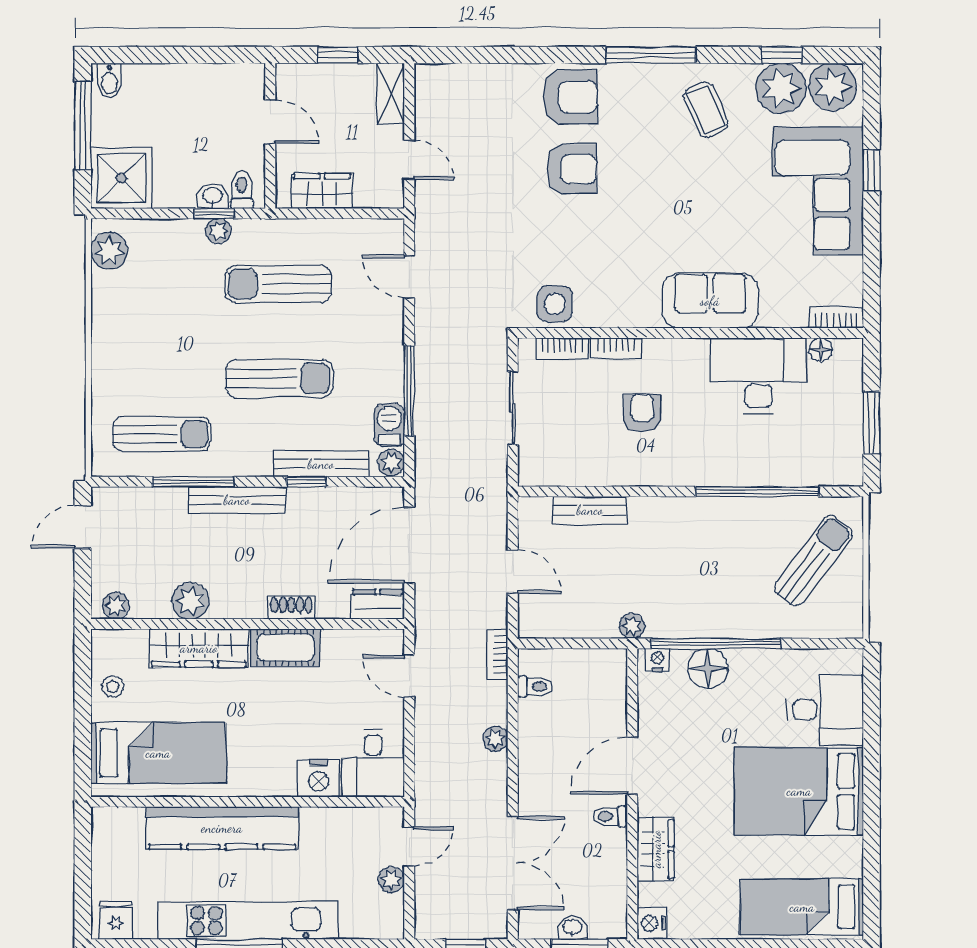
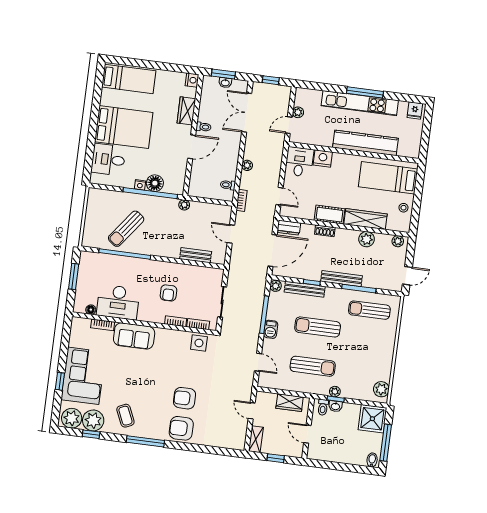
bookcase: (836, 317) -> (103, 325), moved
barbecue: (389, 425) -> (271, 329), moved
sun lounger: (814, 561) -> (126, 229), moved
nightstand: (657, 660) -> (140, 185), moved

